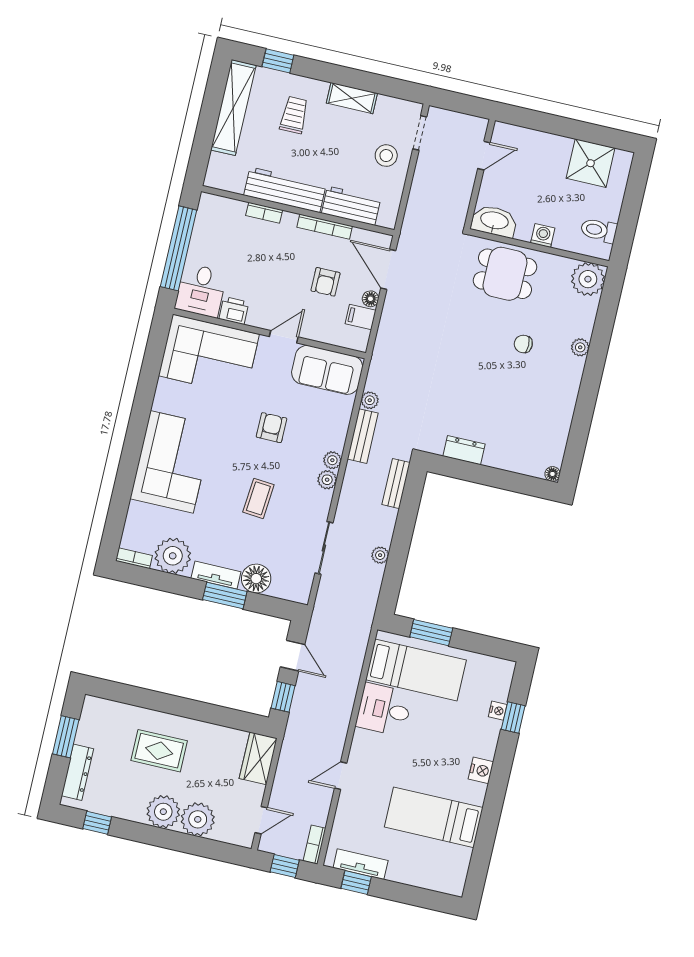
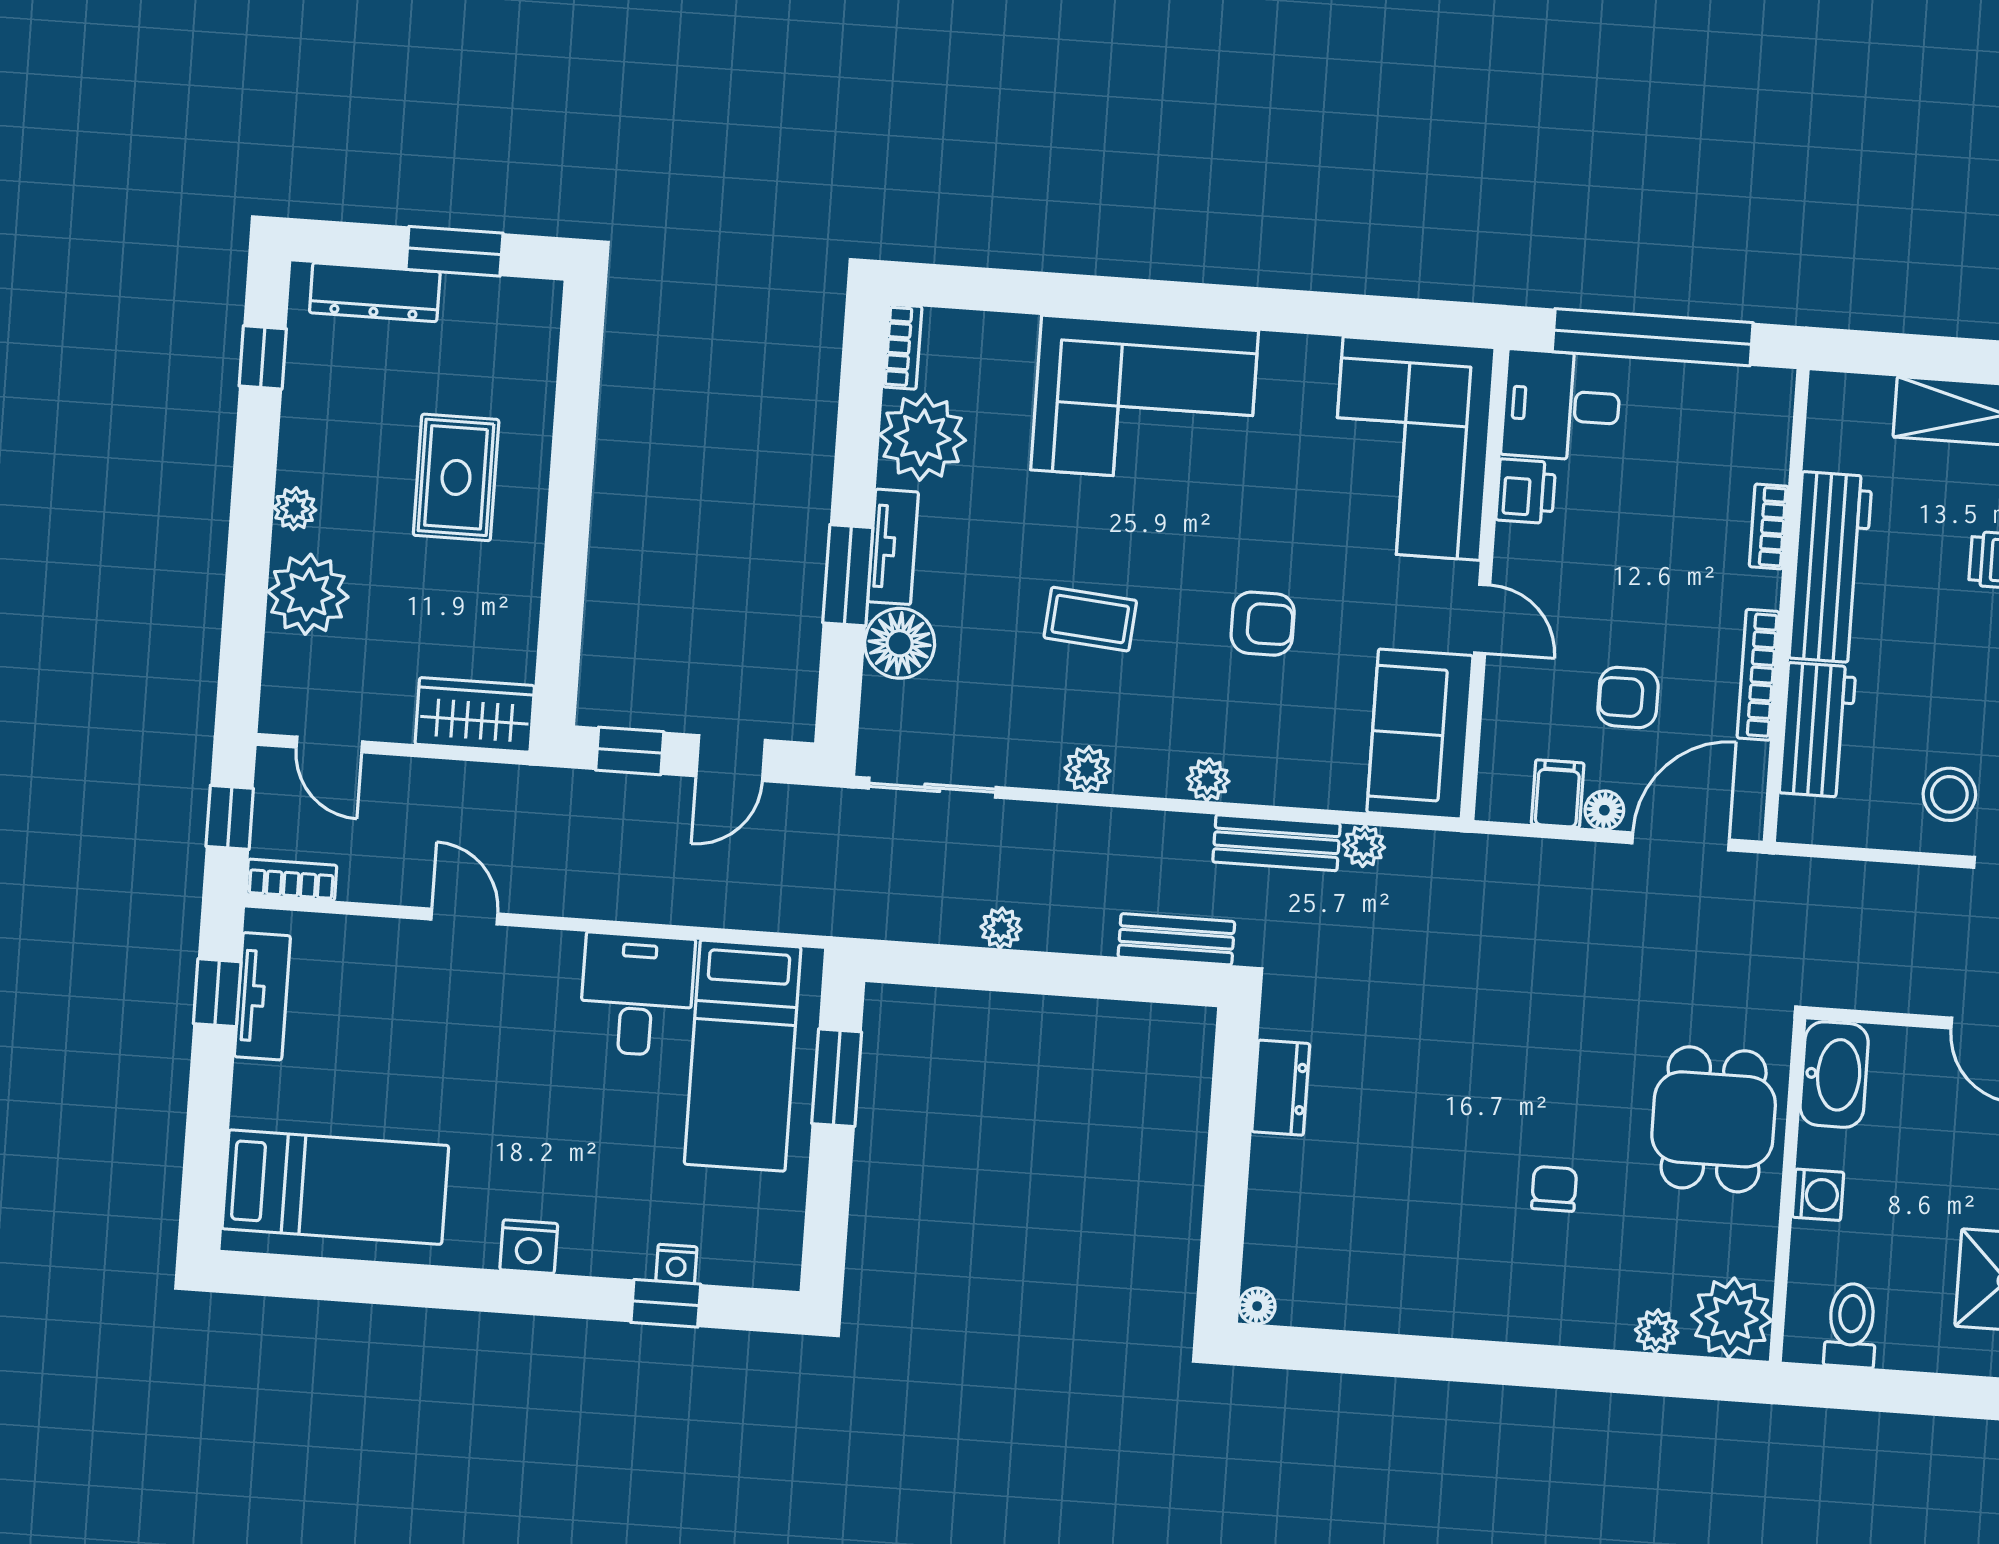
plant: (580, 347) -> (1657, 1331), moved
plant: (327, 480) -> (1087, 769), moved
sliding door: (324, 548) -> (932, 788), moved
plant: (163, 812) -> (295, 509), width x0.53, depth x0.53
bed: (434, 817) -> (335, 1187), moved, turned 90

